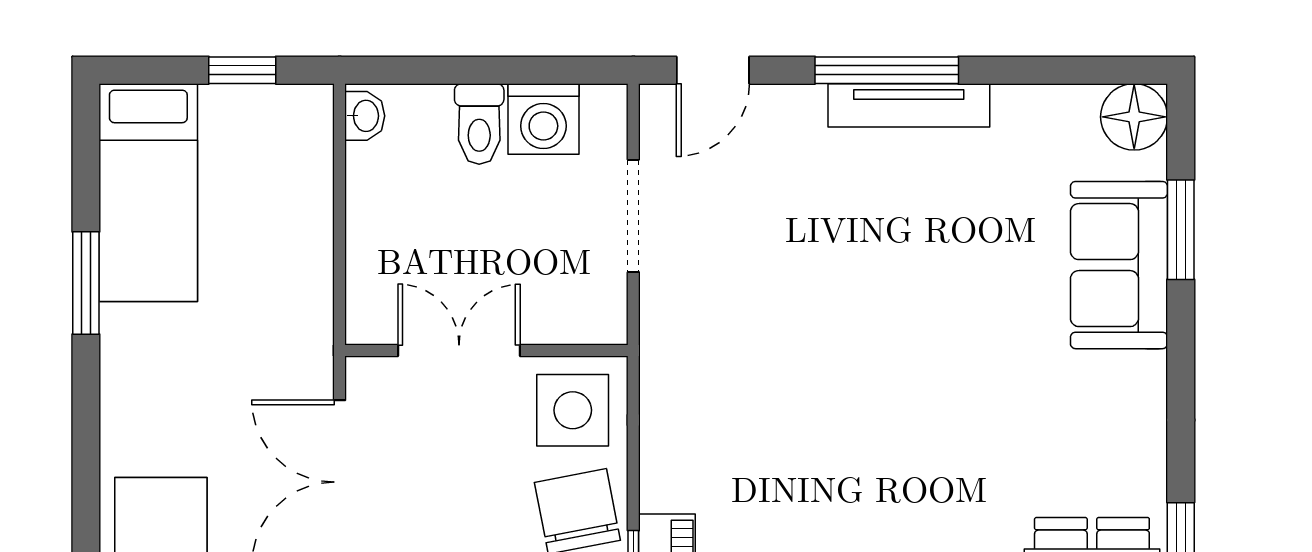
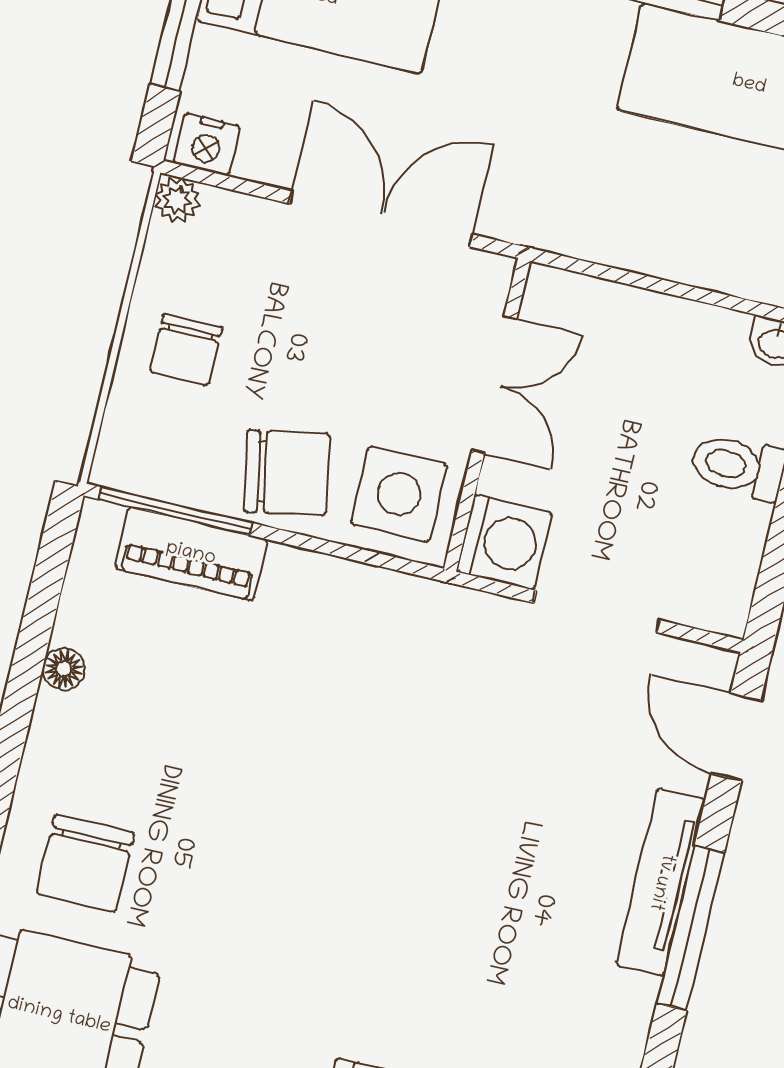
tv unit: (909, 105) -> (661, 882), moved
washing machine: (543, 119) -> (504, 542), moved, turned 180

